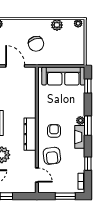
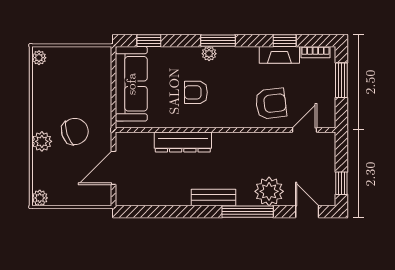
plant: (57, 25) -> (42, 141), moved
armchair: (54, 131) -> (196, 92), moved
dresser: (30, 134) -> (183, 142), moved
fireplace: (80, 137) -> (279, 55), moved

